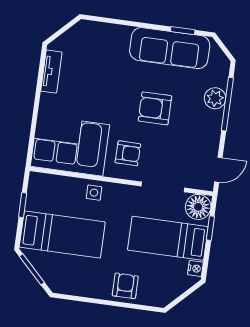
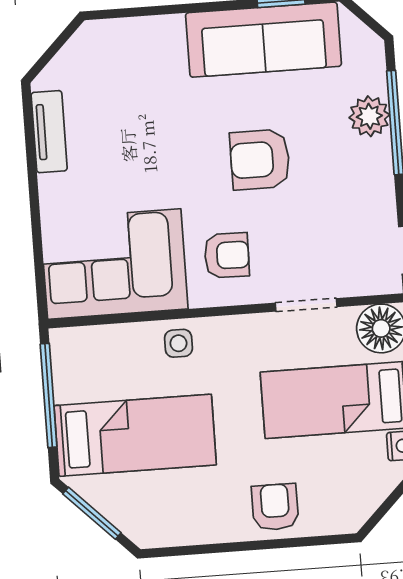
doorway: (163, 187) -> (306, 305), width x0.73
window: (23, 205) -> (49, 395), width x2.17

